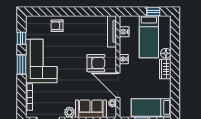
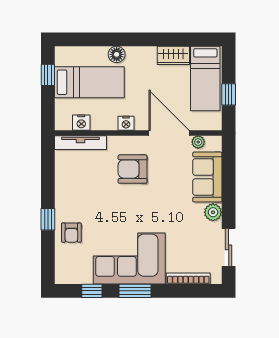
window: (65, 11) -> (48, 219), added
armchair: (96, 63) -> (133, 169), turned -90
wardrobe: (165, 69) -> (173, 55), moved
door: (118, 85) -> (169, 133), swing flipped

